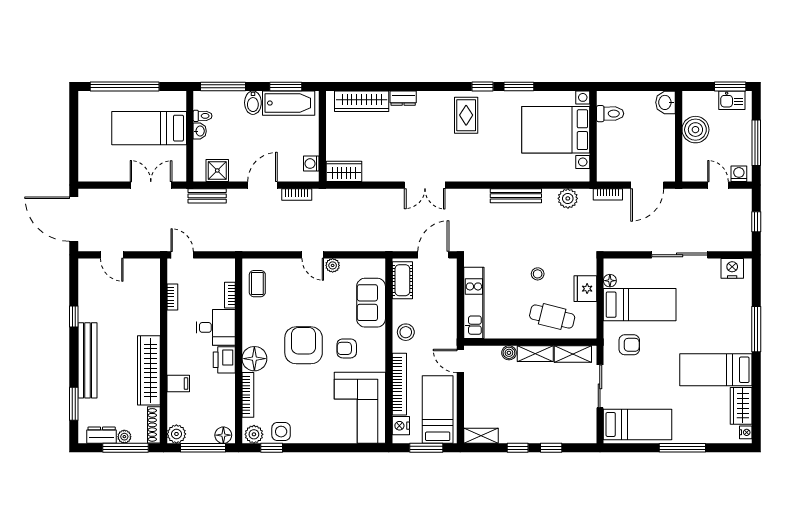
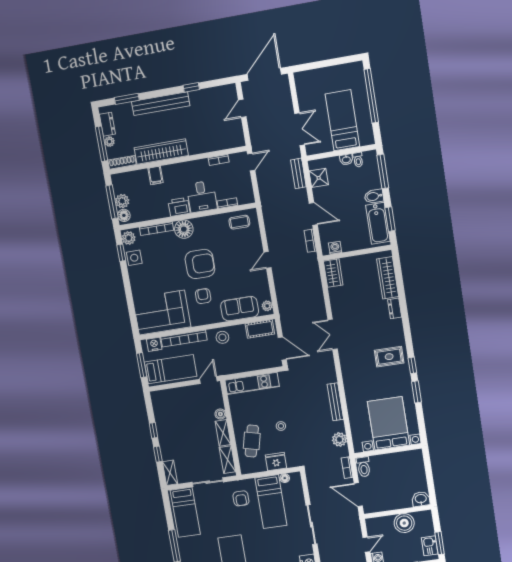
toilet: (610, 114) -> (364, 467), moved
plant: (333, 265) -> (267, 306), moved
plant: (176, 434) -> (122, 201), moved
shelving: (481, 436) -> (170, 473), moved

